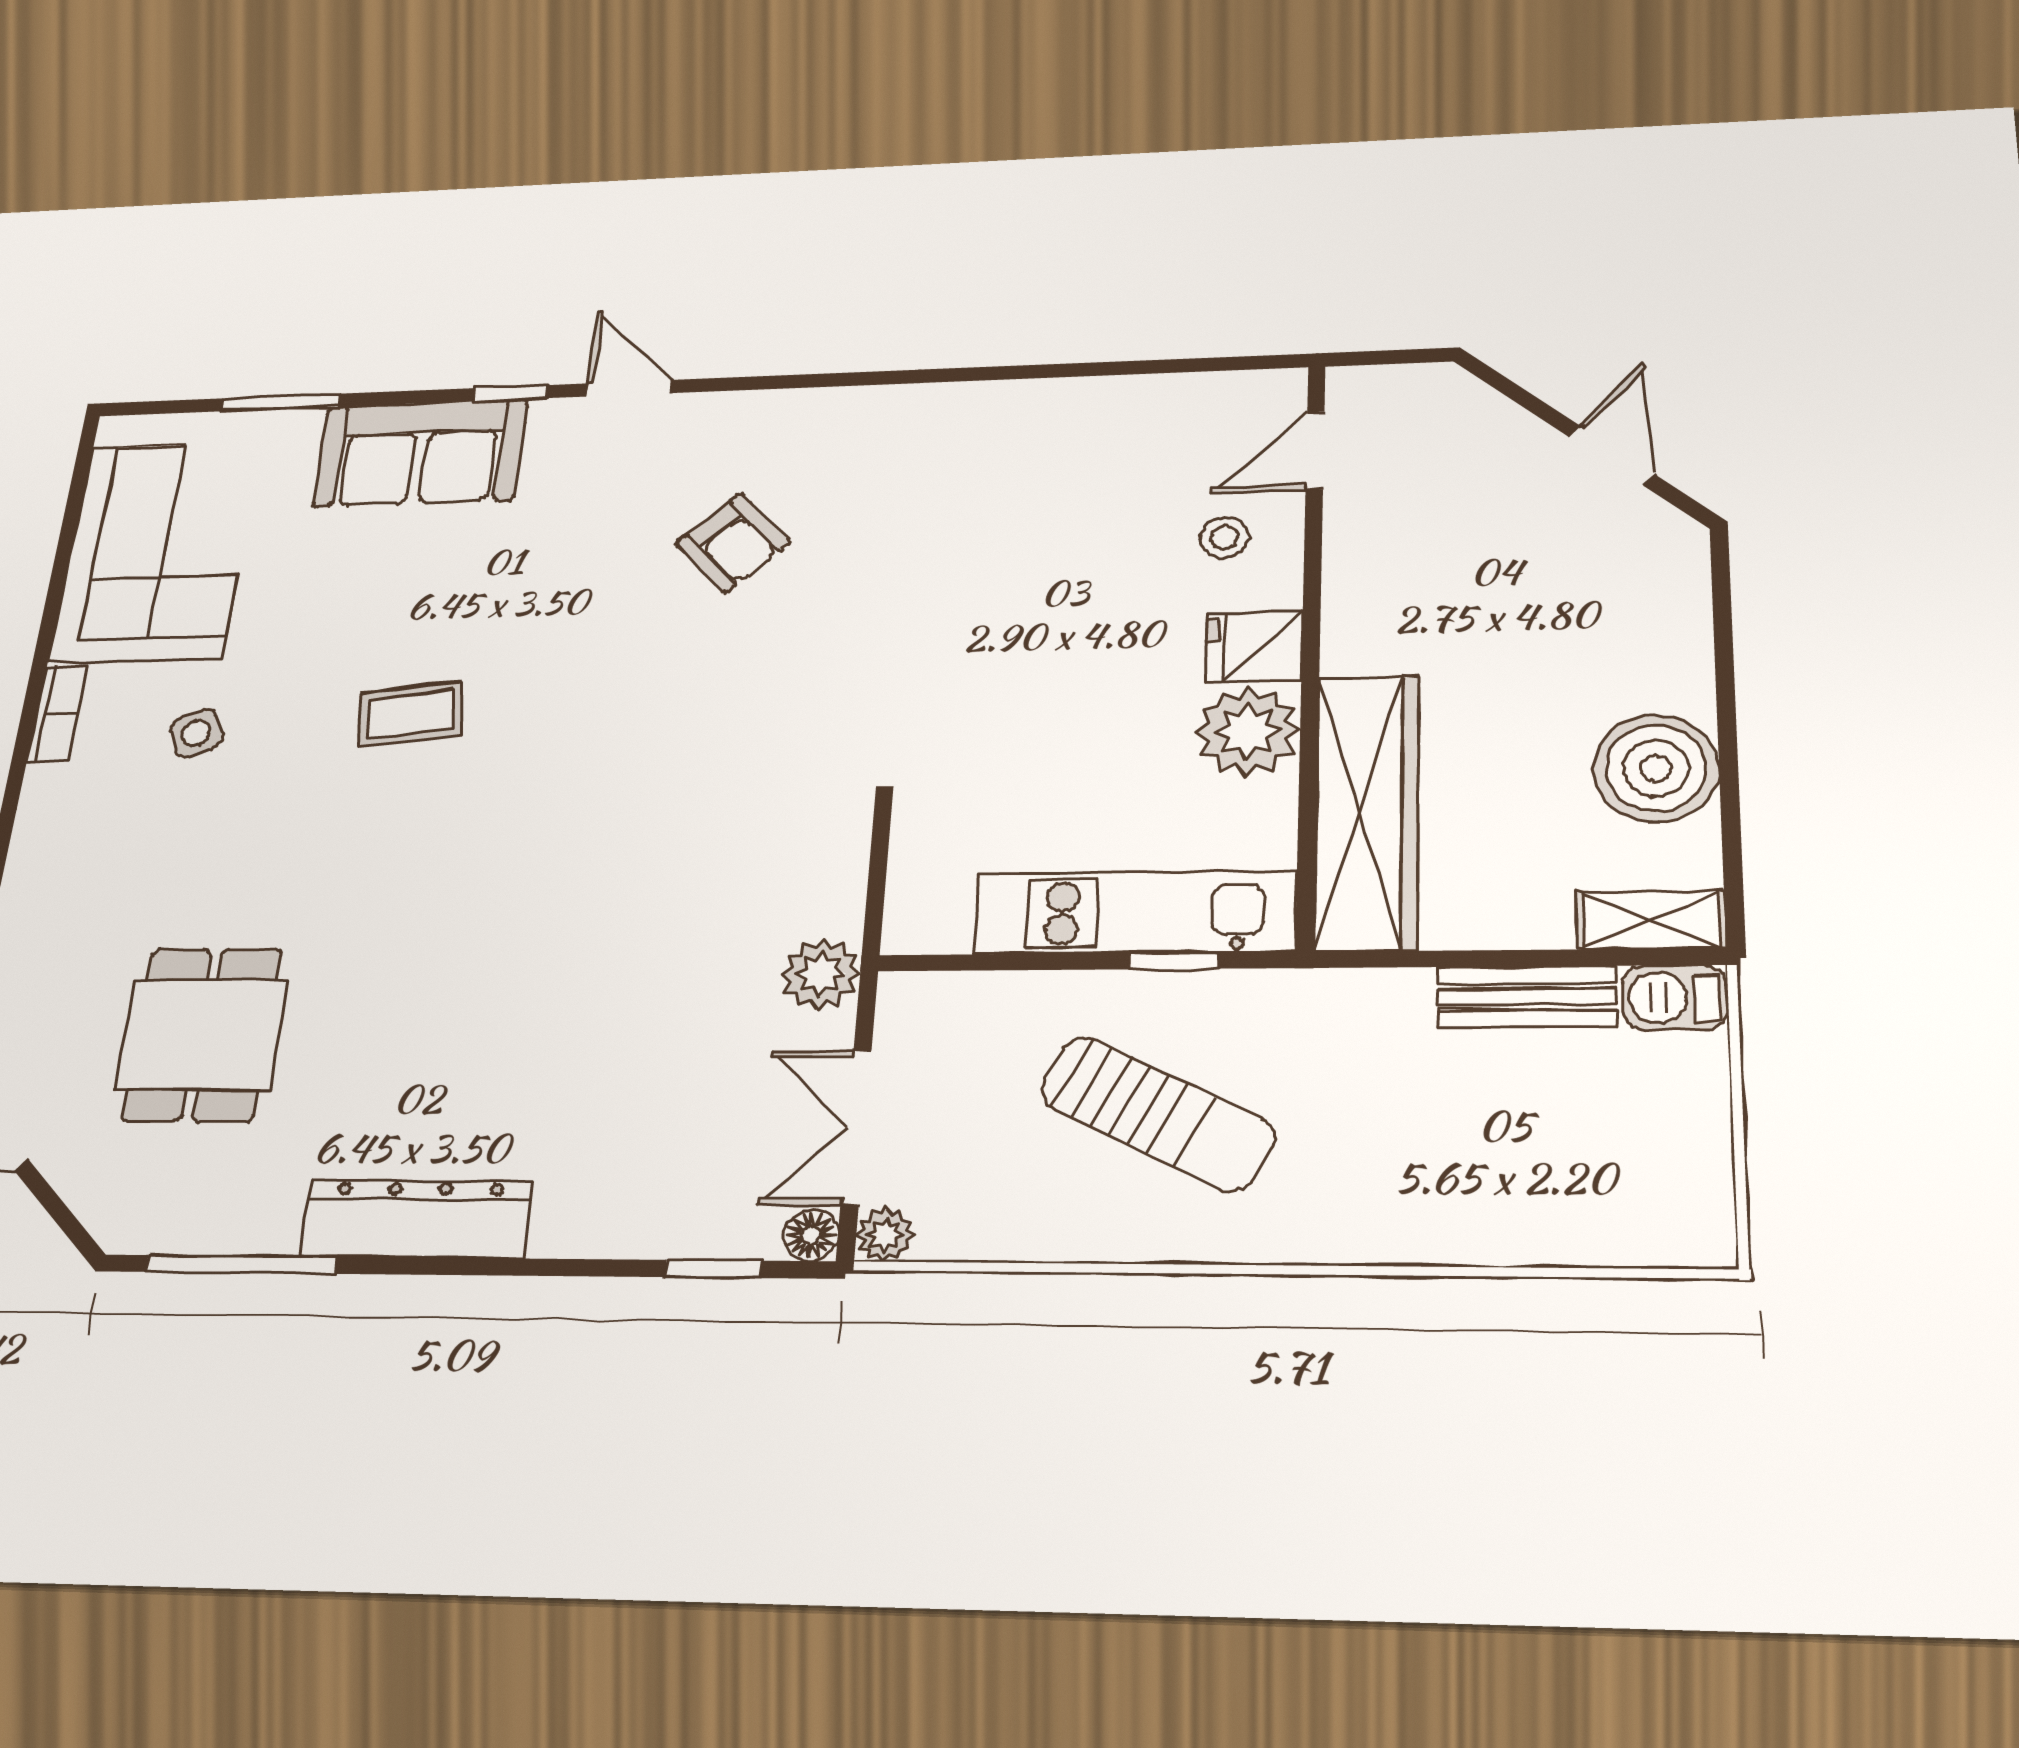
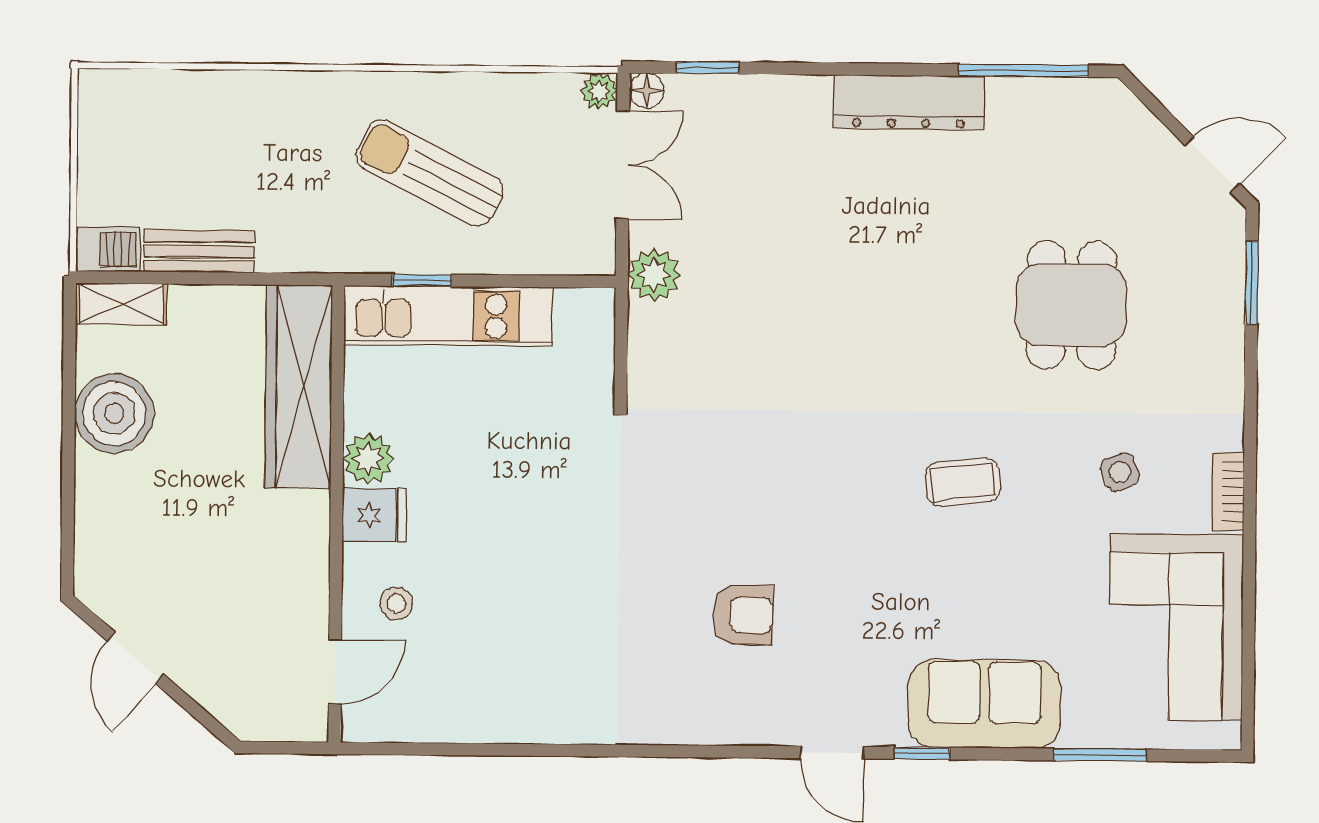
armchair: (733, 543) -> (743, 615), turned 133
plant: (1247, 731) -> (368, 459), width x0.73, depth x0.73
dining table: (202, 1035) -> (1071, 305), moved

